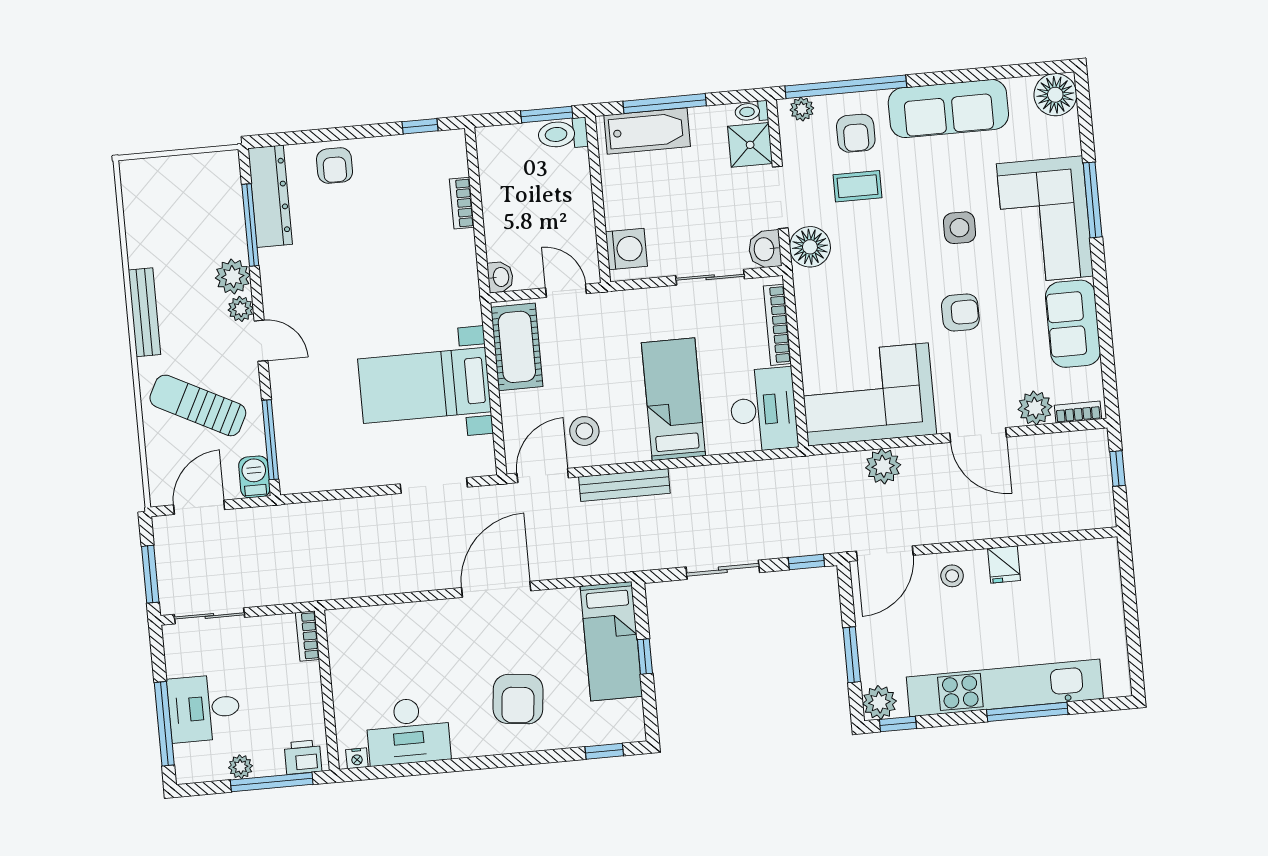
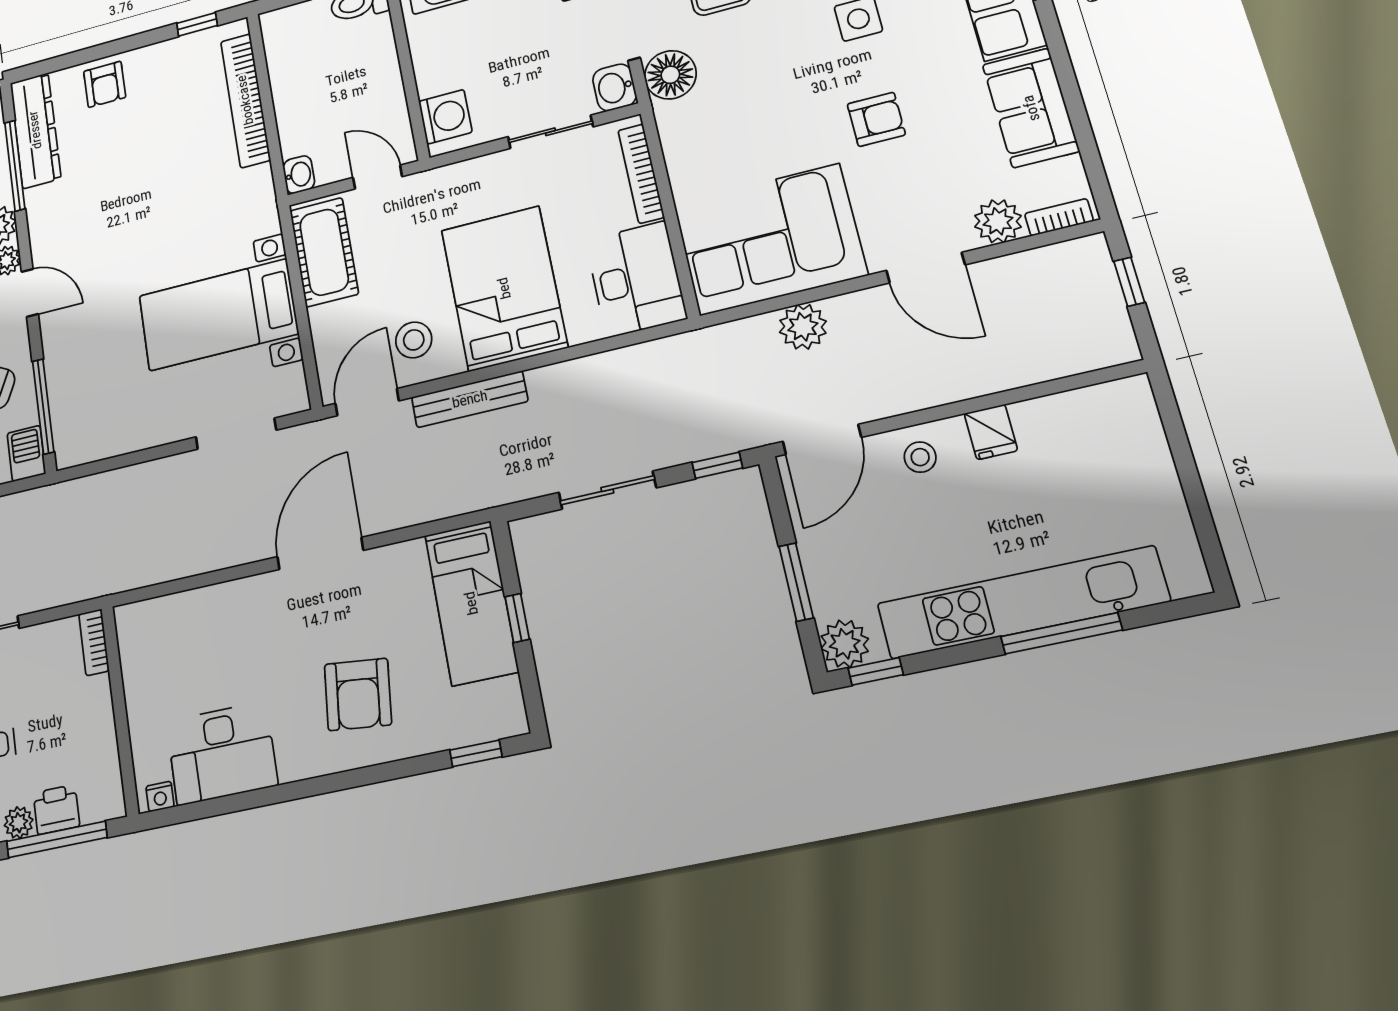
bookcase: (462, 203) -> (245, 100), width x2.31, depth x1.31
bed: (673, 399) -> (504, 288), width x1.50
printer: (303, 757) -> (56, 810), moved

